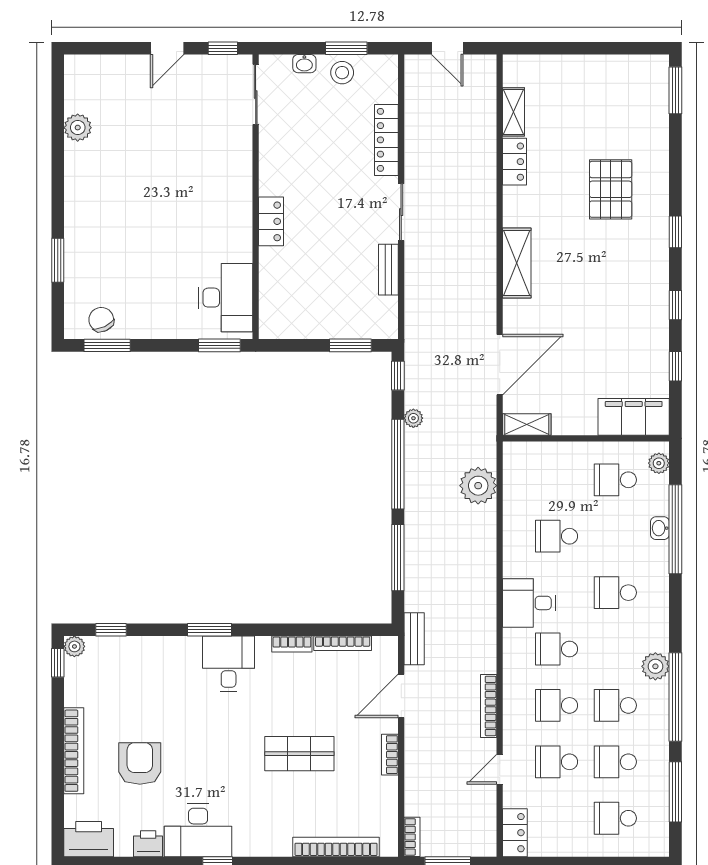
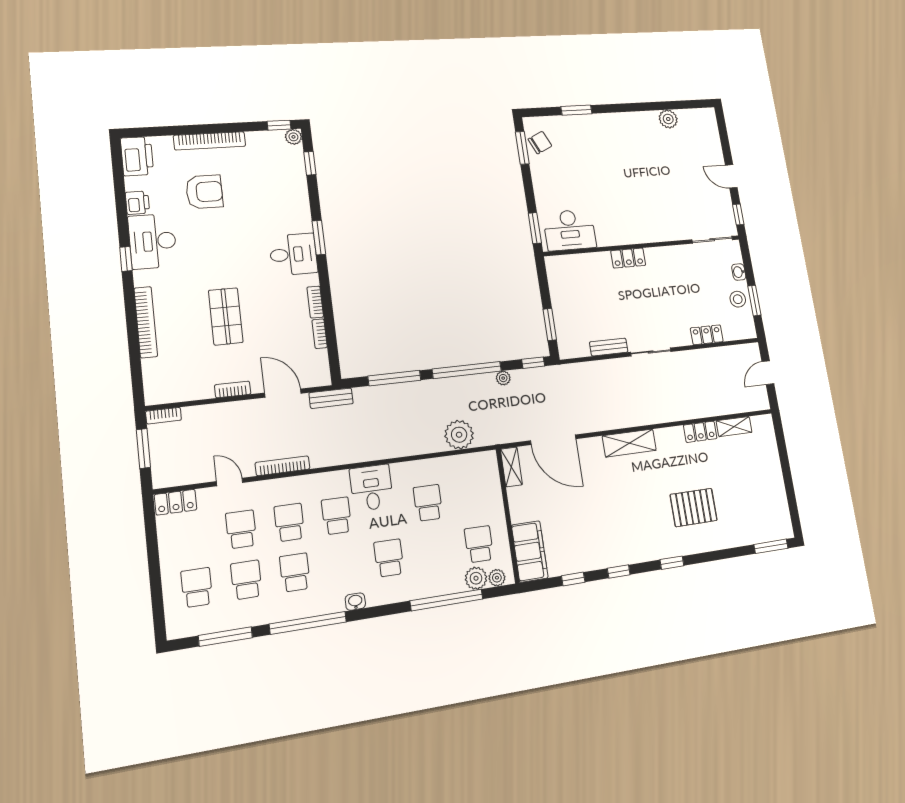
locker: (386, 140) -> (707, 335), width x0.66
washbasin: (660, 528) -> (355, 602), moved
bookcase: (343, 643) -> (320, 334), width x0.64
plant: (655, 666) -> (476, 578), moved
bookcase: (336, 847) -> (146, 322), moved

